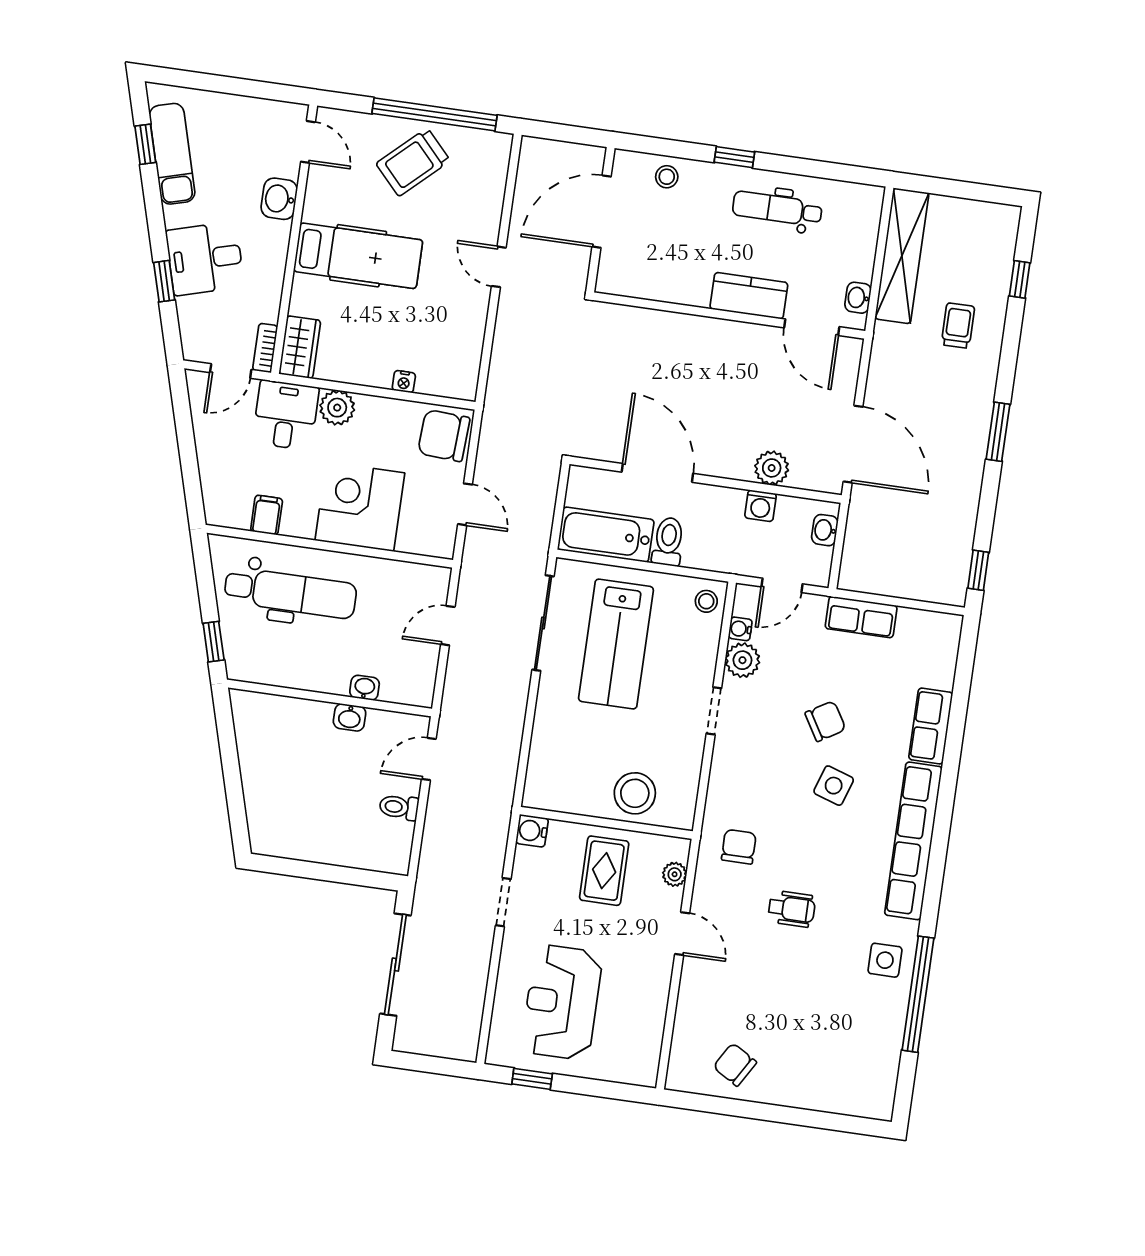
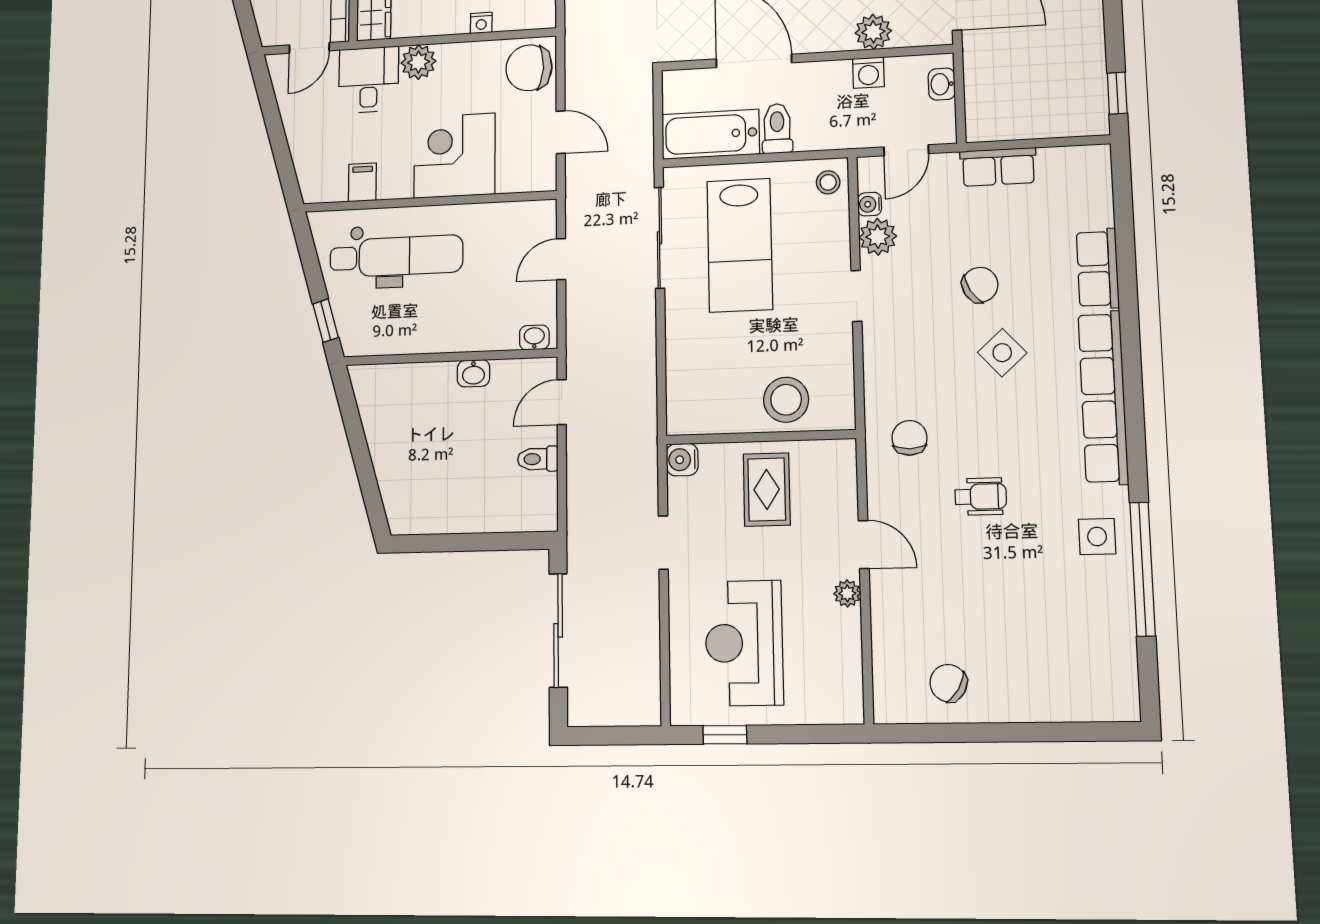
washbasin: (365, 688) -> (534, 338), moved
side table: (834, 786) -> (1002, 353), turned 30
plant: (675, 874) -> (847, 593), moved

